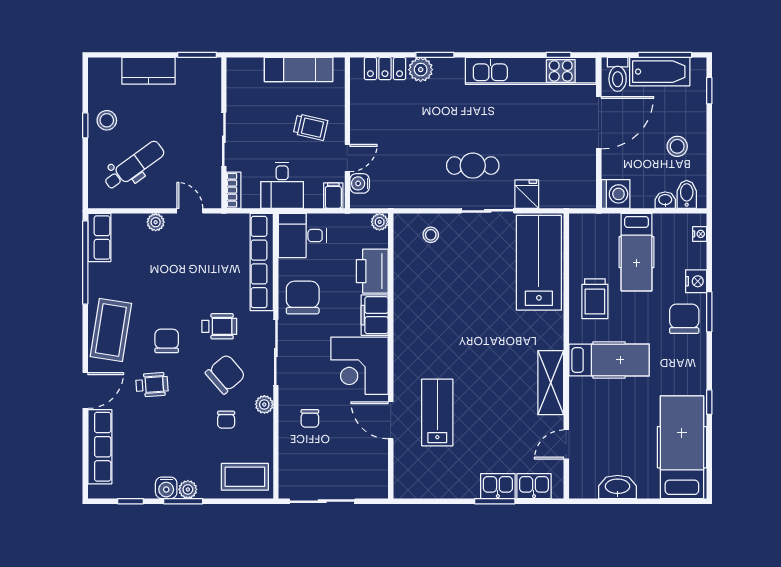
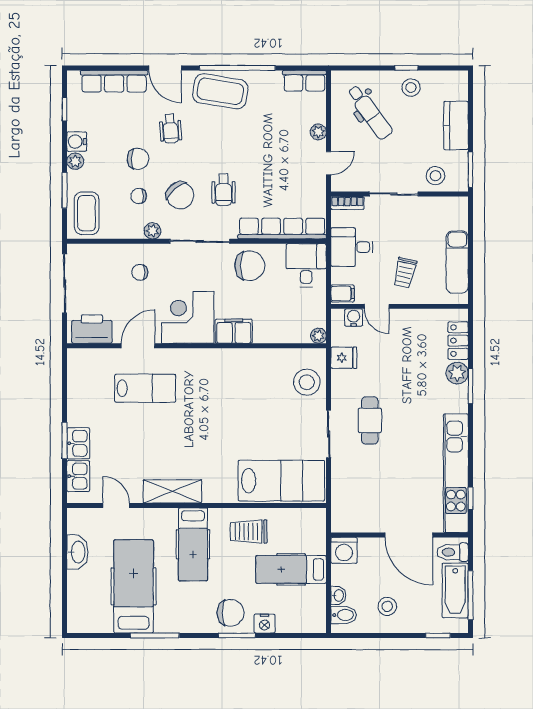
stool: (204, 93) -> (436, 176), added
fridge: (527, 194) -> (344, 358), moved
nightstand: (700, 234) -> (308, 627), removed
stool: (431, 235) -> (307, 382), width x1.89, depth x1.89
window: (85, 262) -> (237, 68), moved
printer: (372, 271) -> (92, 329), moved
chair: (167, 341) -> (138, 159), moved
window: (709, 402) -> (155, 635), width x2.17
hospital bed: (682, 447) -> (134, 586), moved, turned -90
window: (183, 501) -> (65, 190), moved

